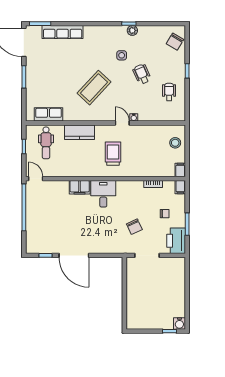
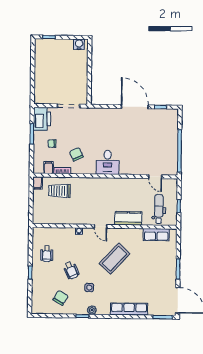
plant: (132, 30) -> (92, 310), moved
row of seats: (63, 32) -> (129, 309), moved
chair: (175, 42) -> (61, 298), moved
door: (122, 123) -> (101, 226), moved
stool: (175, 143) -> (42, 208), removed
trolley: (113, 154) -> (59, 191), moved, turned 90
door: (36, 179) -> (155, 177), moved
filing cabinet: (80, 187) -> (129, 168), removed
filing cabinet: (180, 187) -> (48, 168), moved
chair: (134, 227) -> (76, 154), moved
water cooler: (179, 323) -> (79, 44), moved

